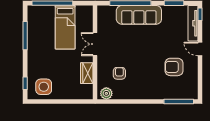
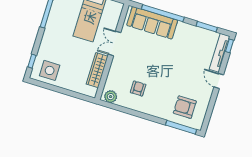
sofa: (139, 15) -> (152, 23), moved
armchair: (174, 67) -> (185, 107), moved
wardrobe: (87, 73) -> (97, 70), width x1.50
armchair: (119, 73) -> (138, 88), moved

